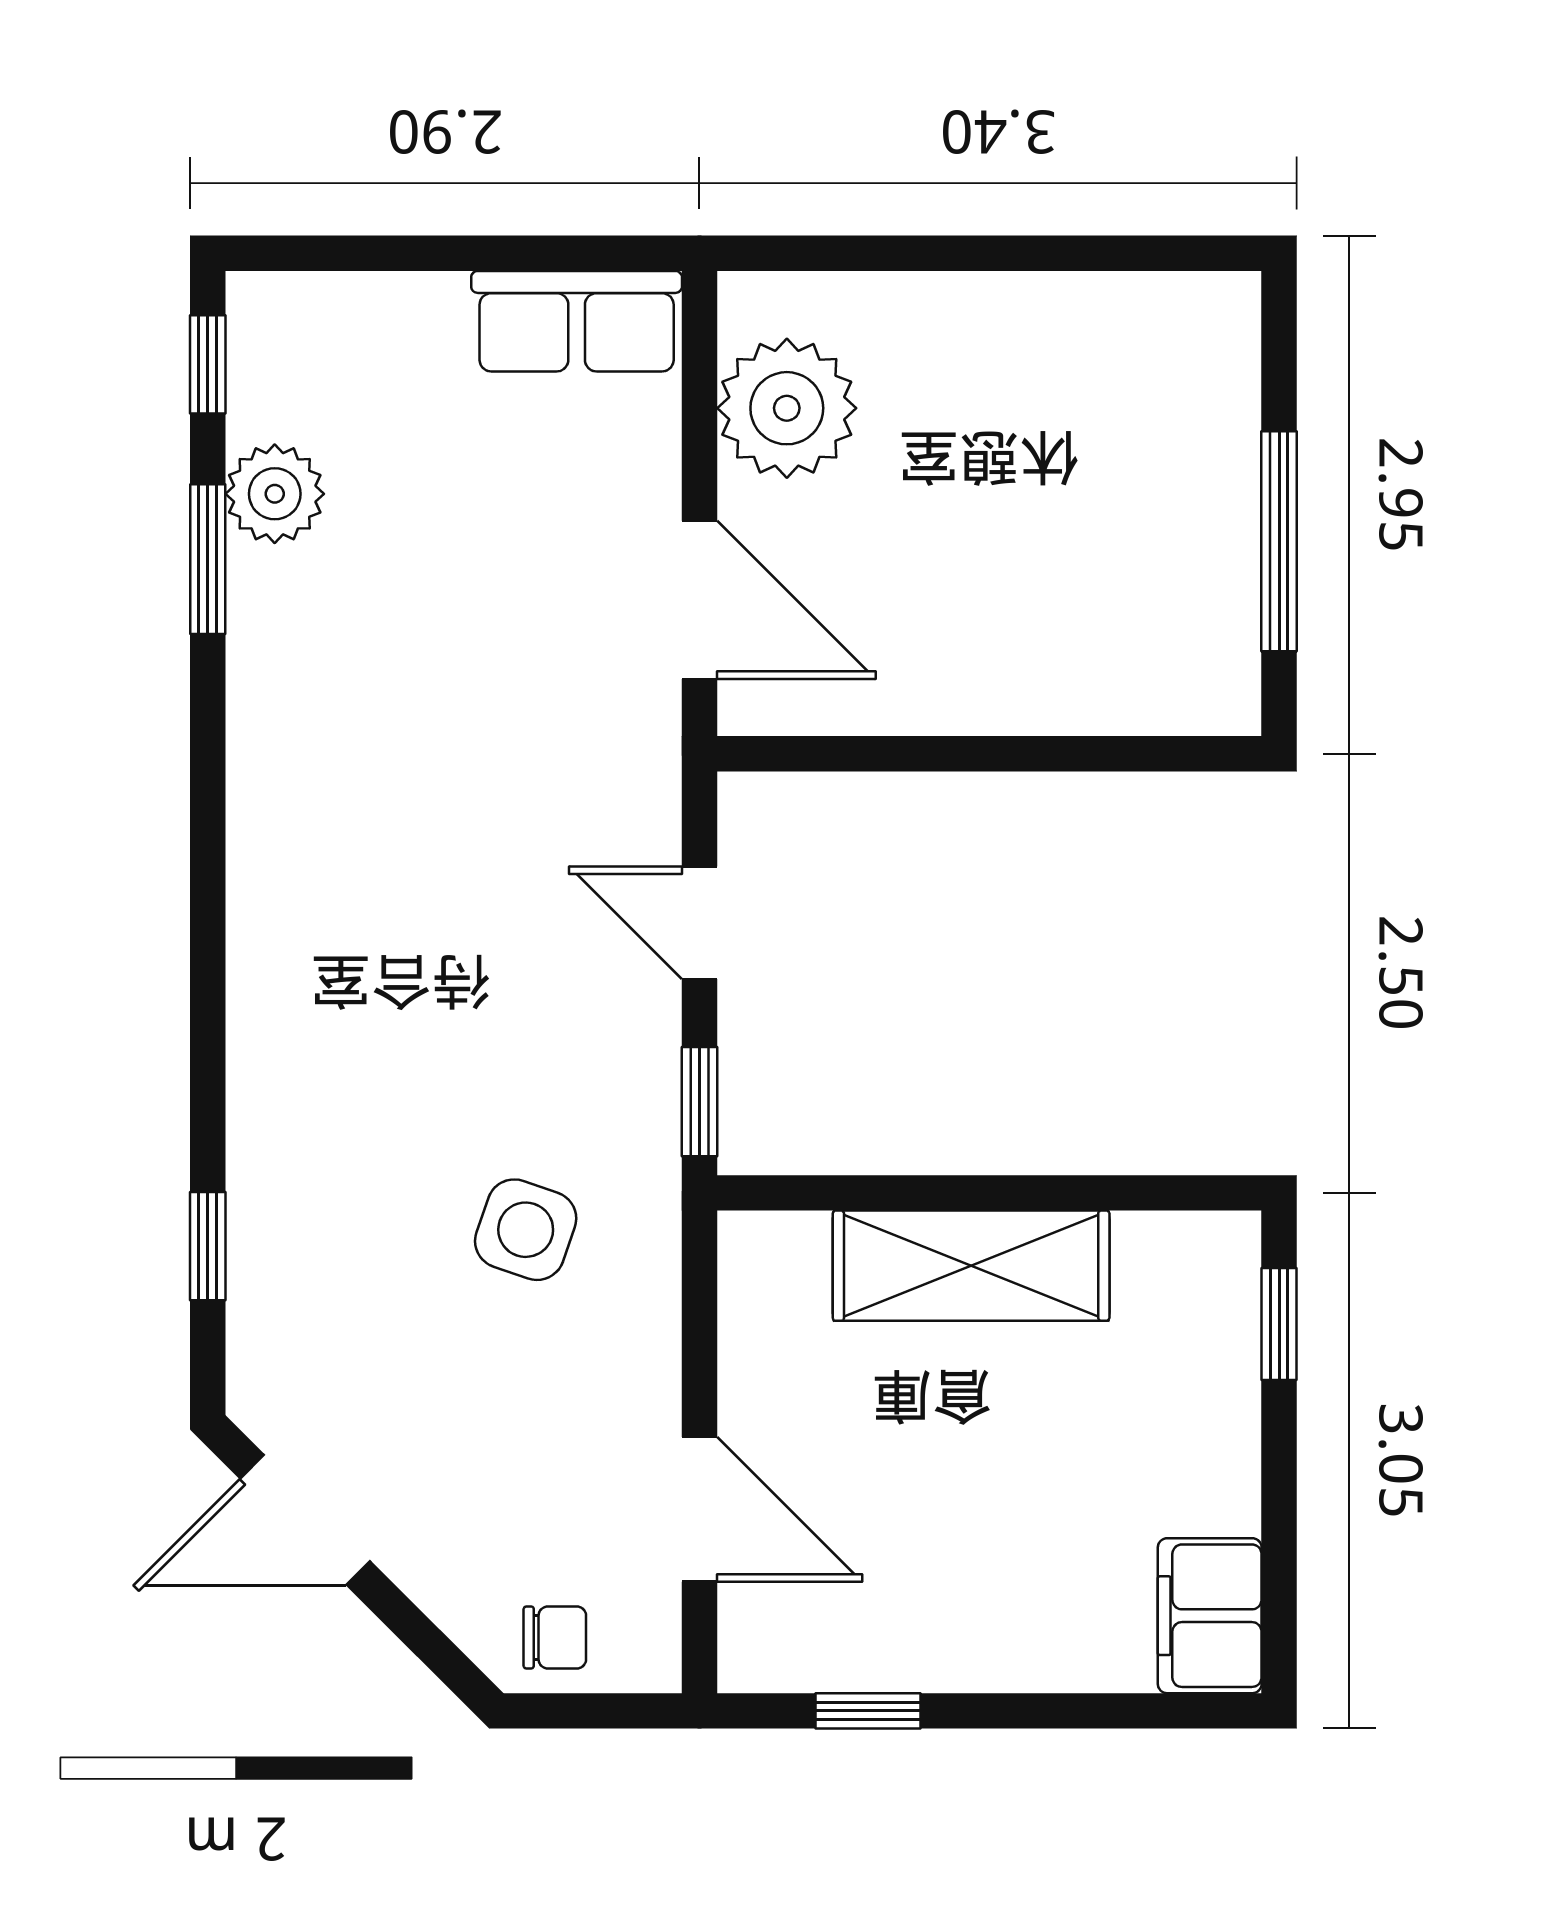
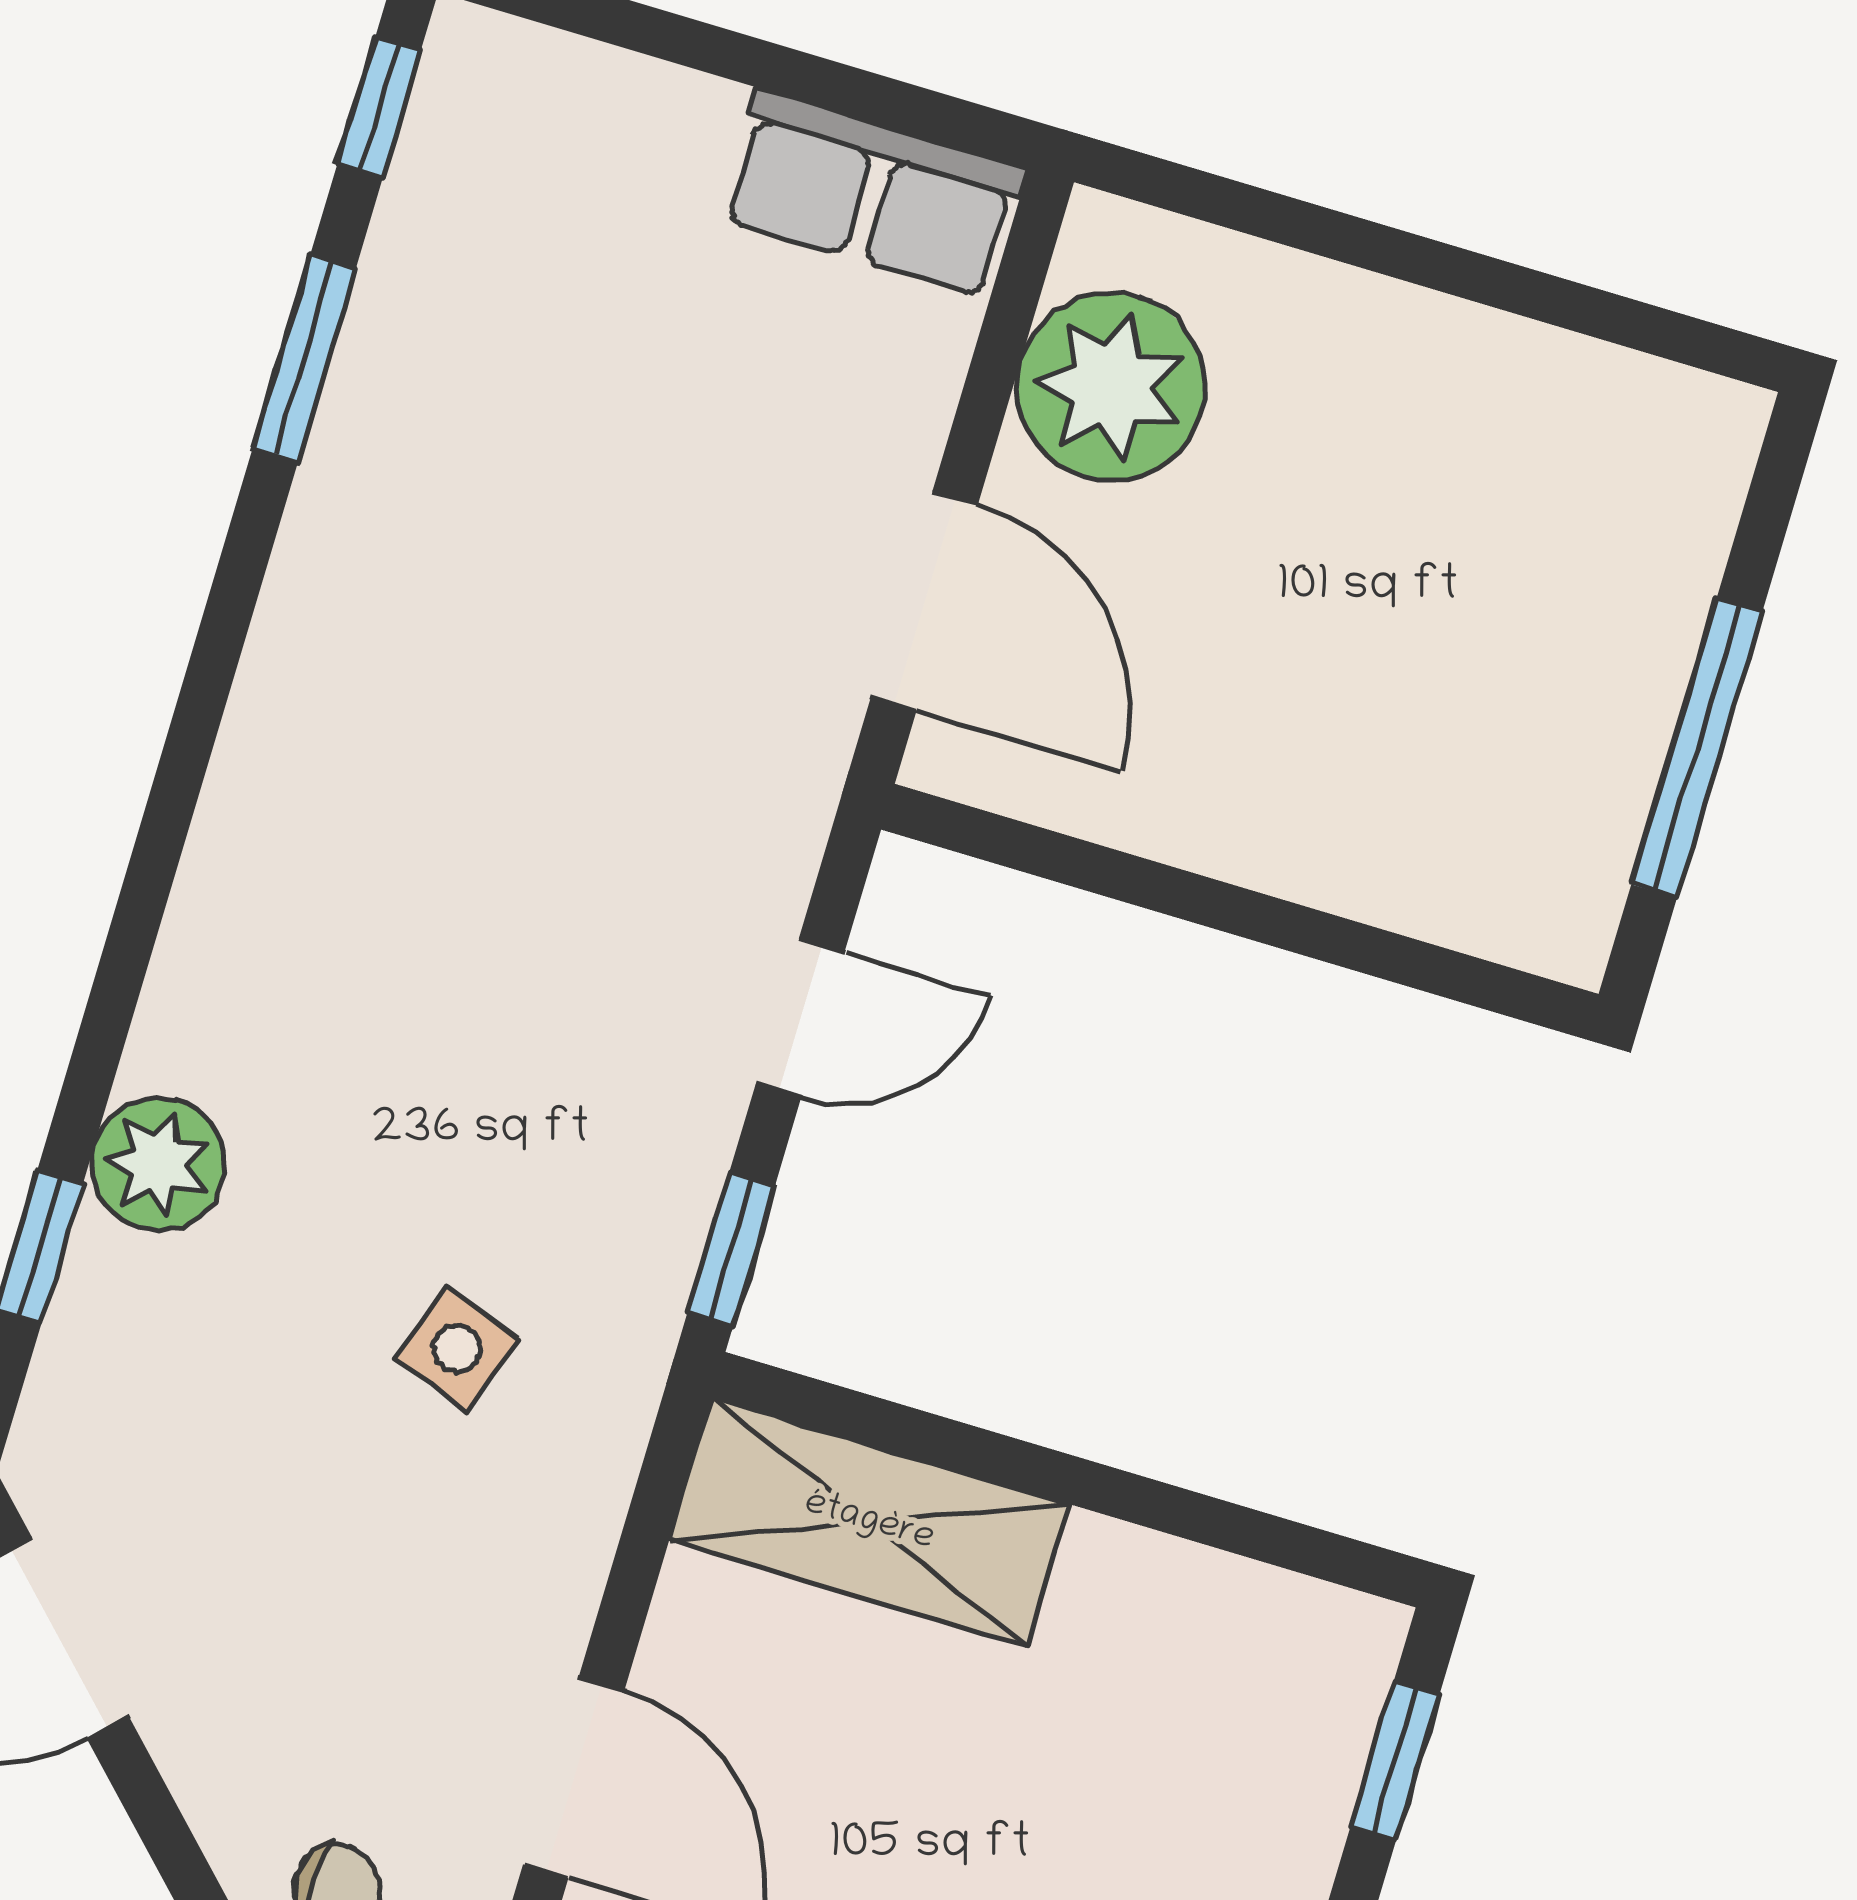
plant: (275, 494) -> (158, 1164), moved
door: (699, 923) -> (800, 1018), swing flipped
side table: (526, 1230) -> (457, 1349), width x0.73, depth x0.73
shelving: (971, 1266) -> (869, 1522), moved

